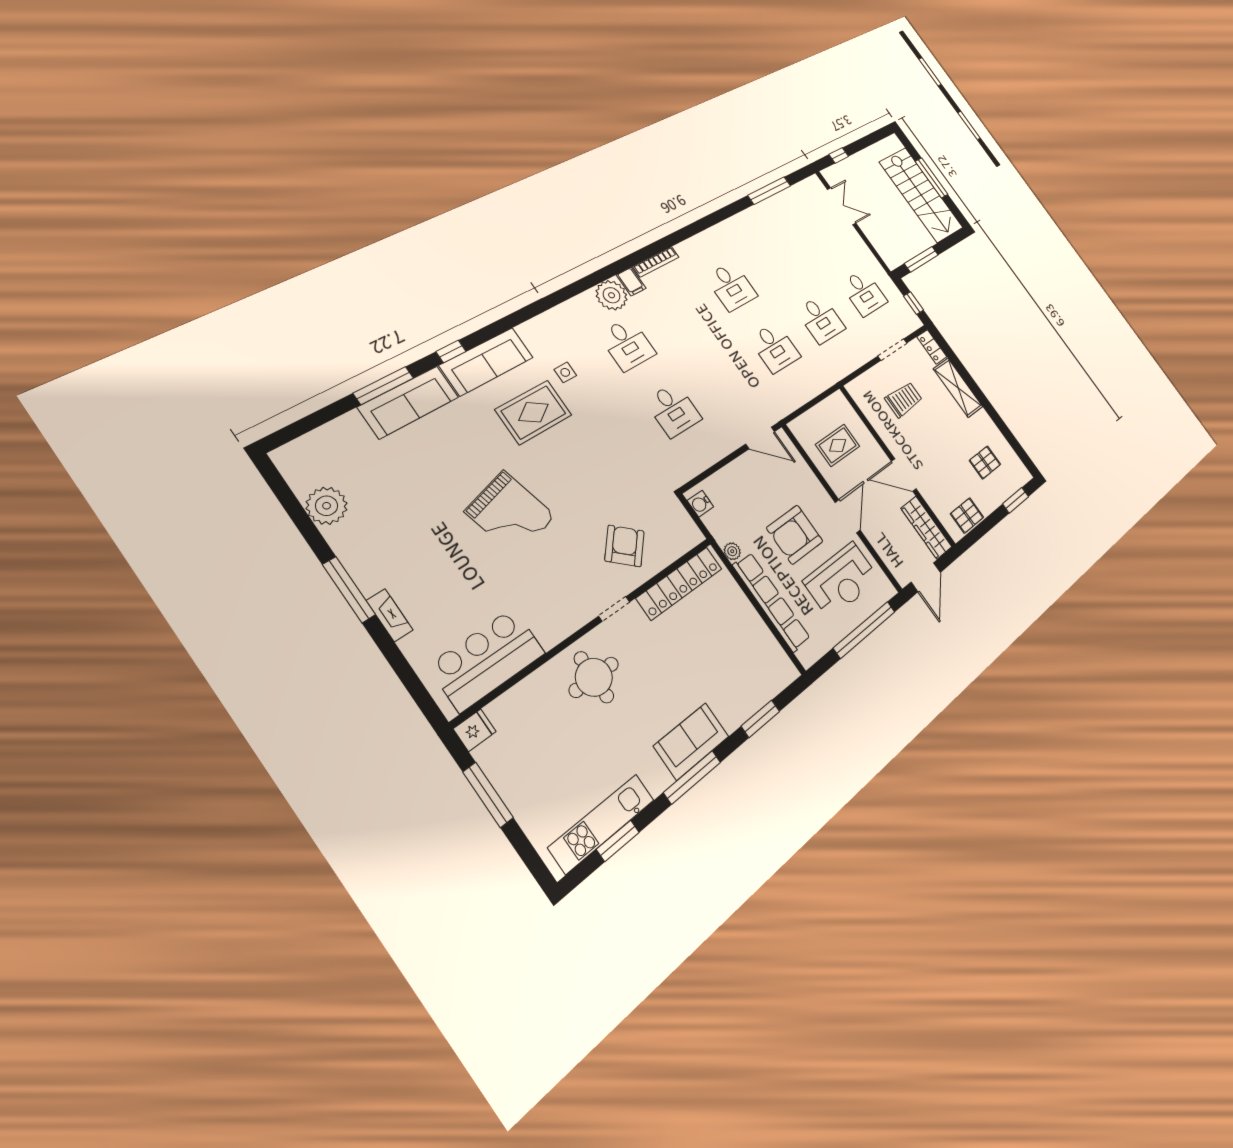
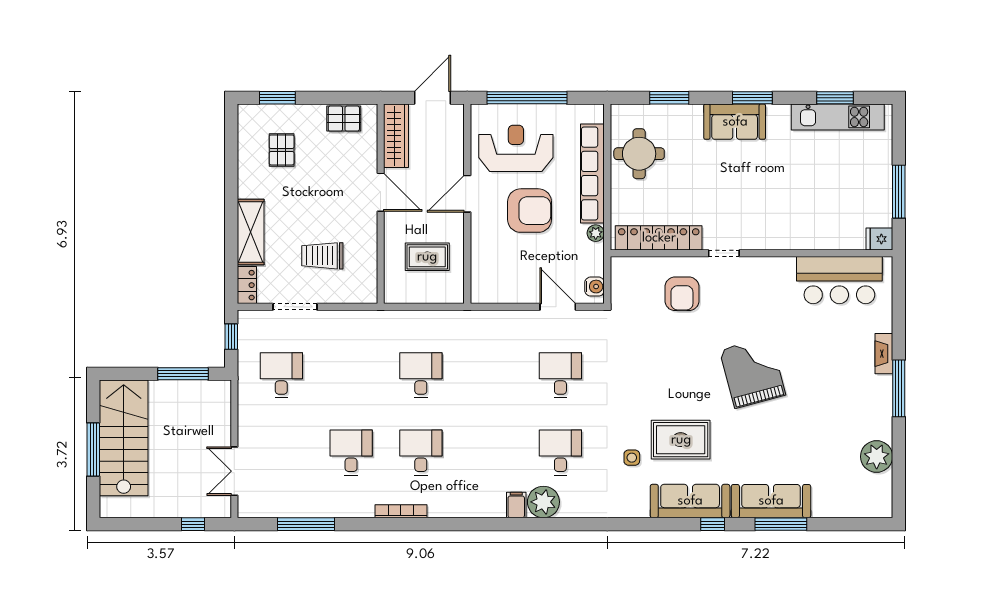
bookcase: (656, 262) -> (401, 511), moved
desk: (821, 319) -> (351, 453), moved
door: (760, 438) -> (558, 307), moved
pallet: (985, 462) -> (282, 150), turned 90
armchair: (625, 546) -> (682, 294), turned -42
round table: (594, 677) -> (639, 154), moved
window: (692, 777) -> (752, 98), width x0.69

